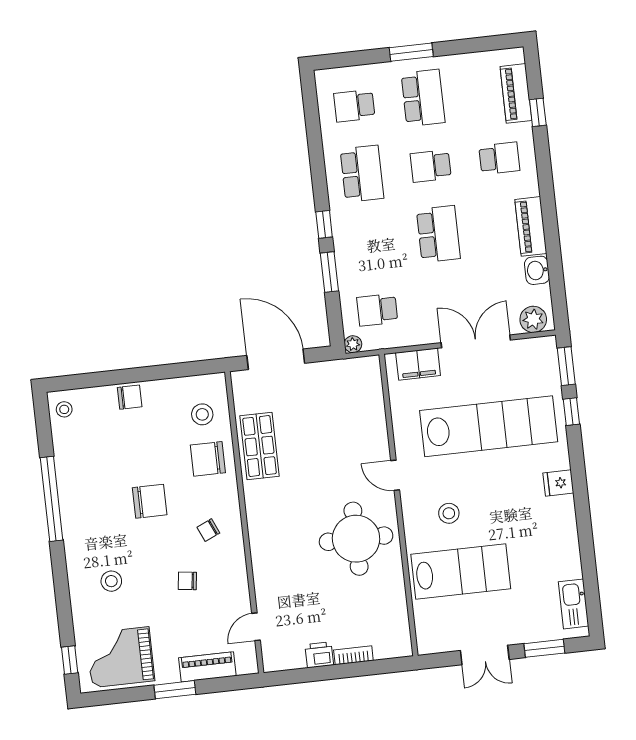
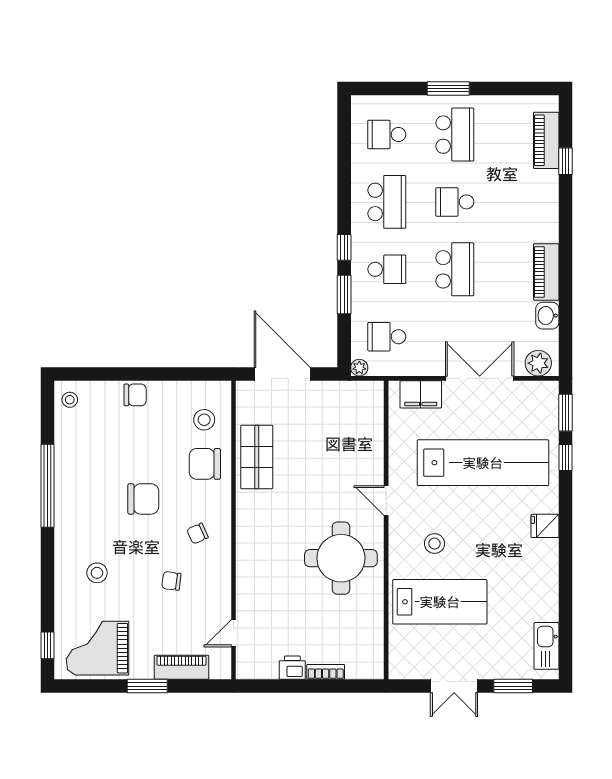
school desk: (499, 158) -> (387, 269), moved

